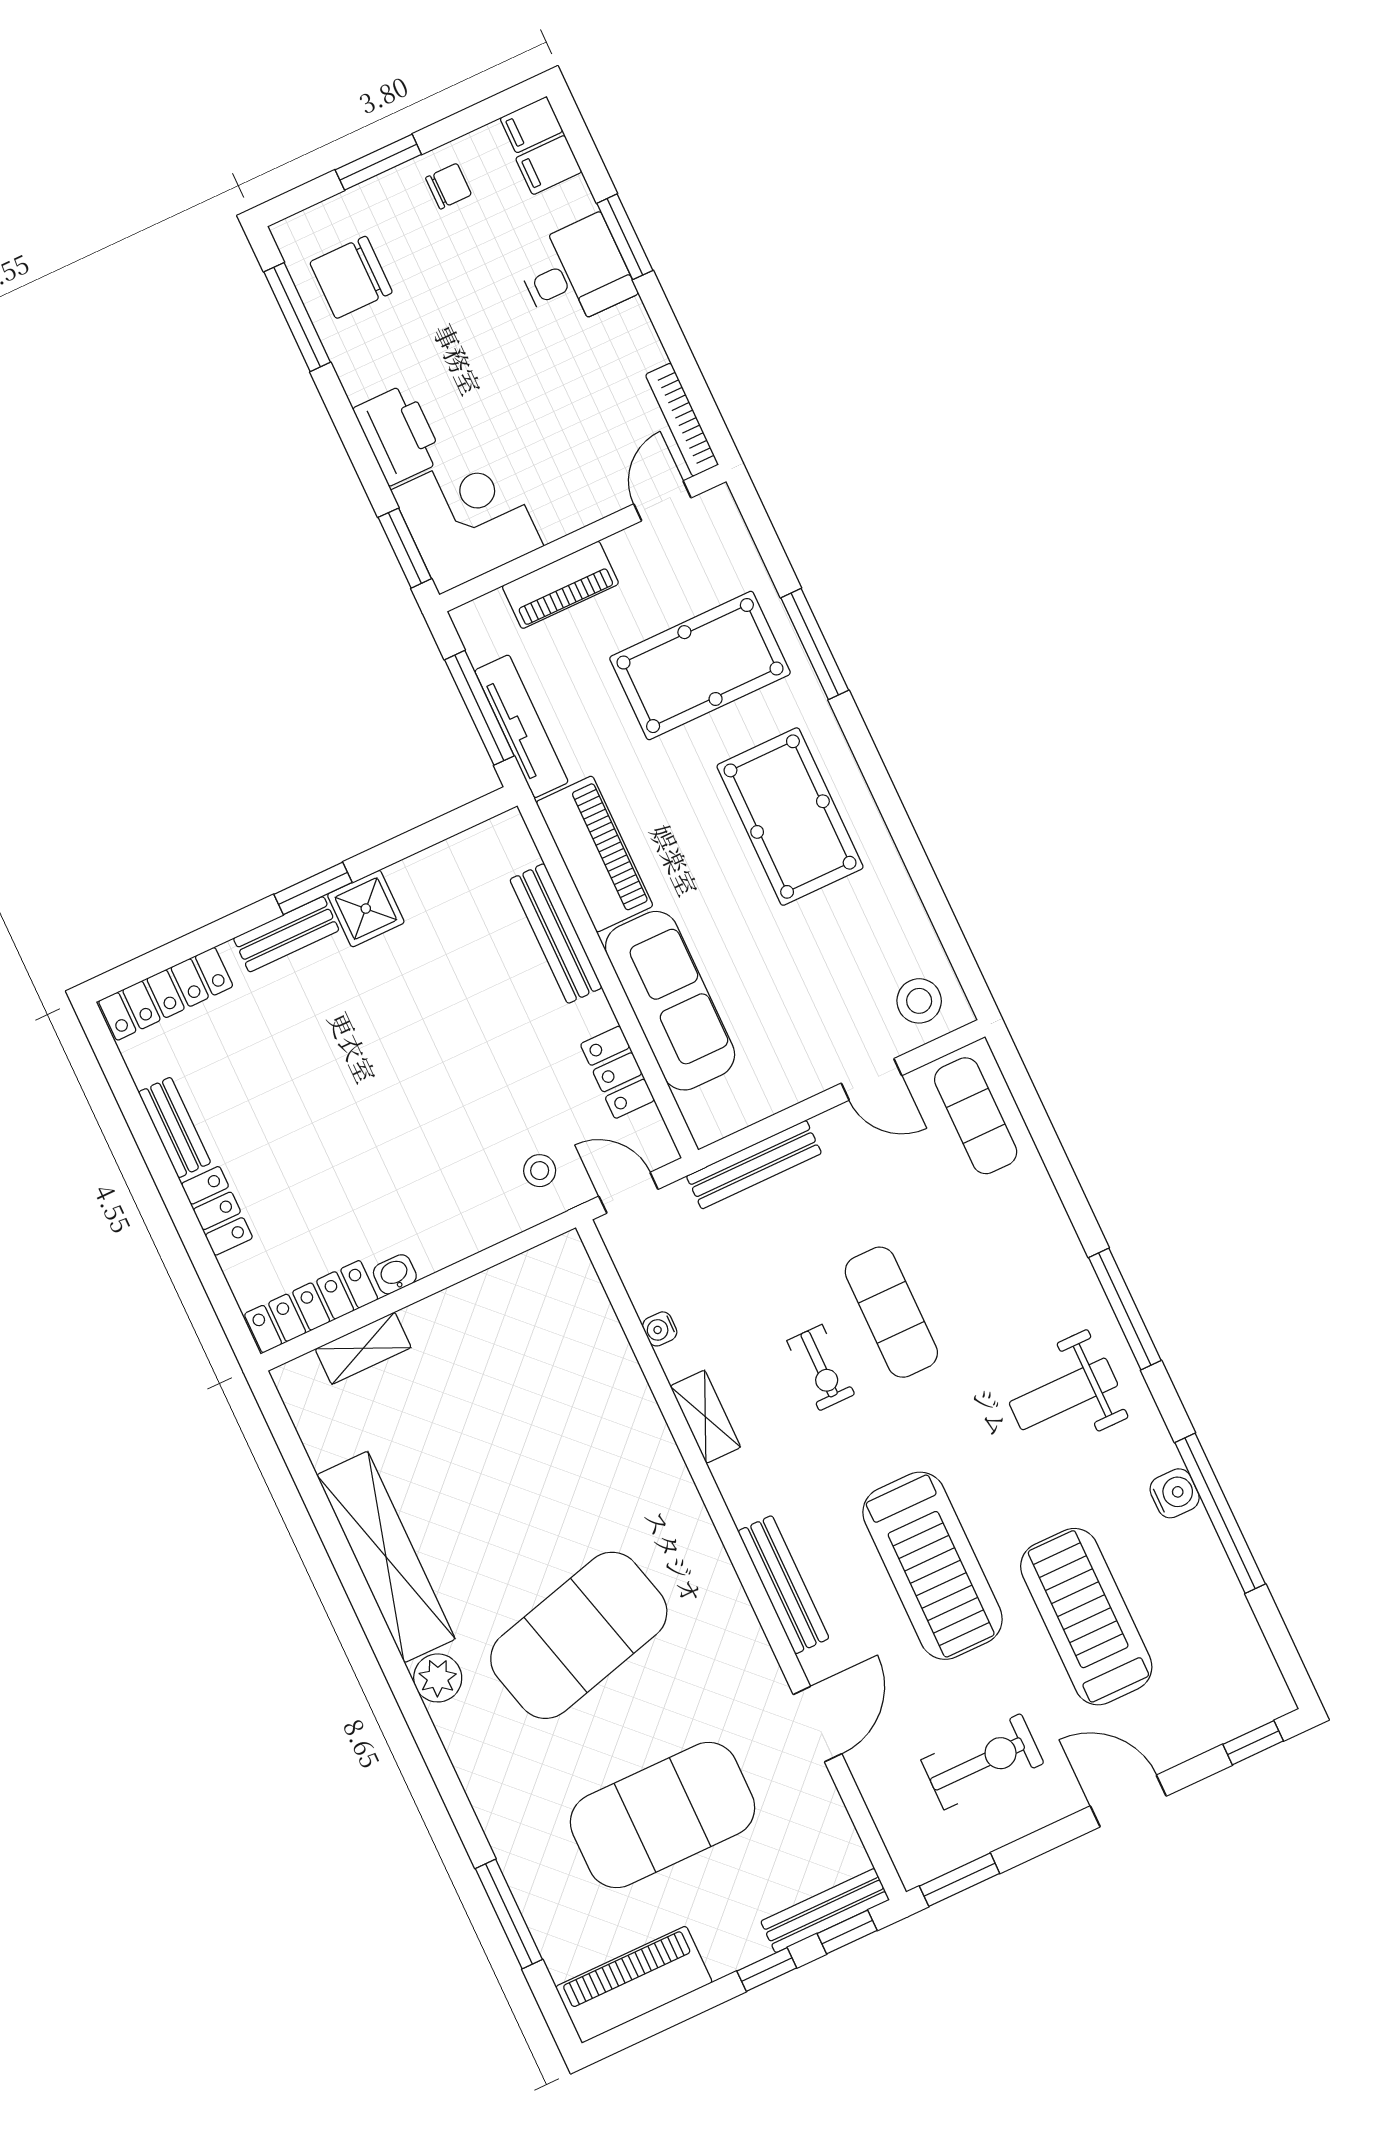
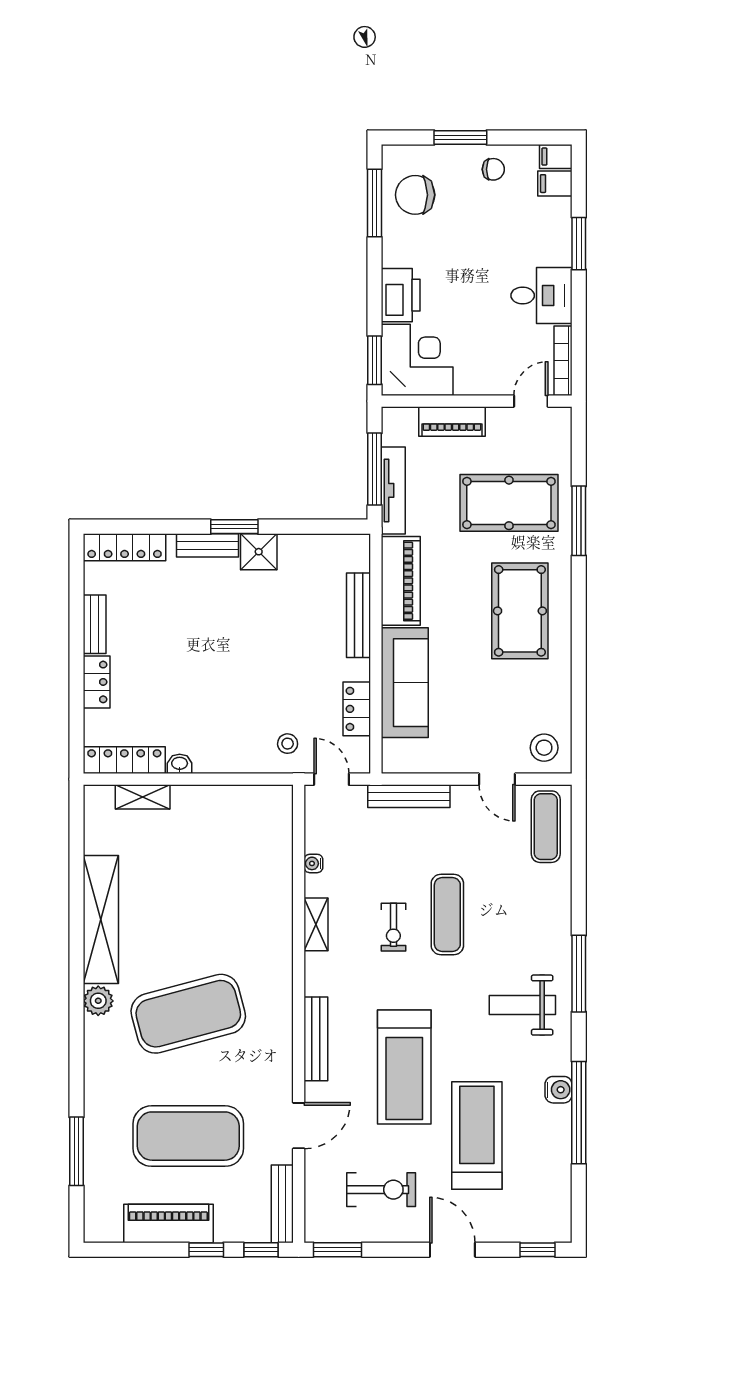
desk: (575, 273) -> (541, 295), moved
bench: (825, 1911) -> (282, 1204), moved, turned 90
piano: (634, 1985) -> (168, 1223), moved

